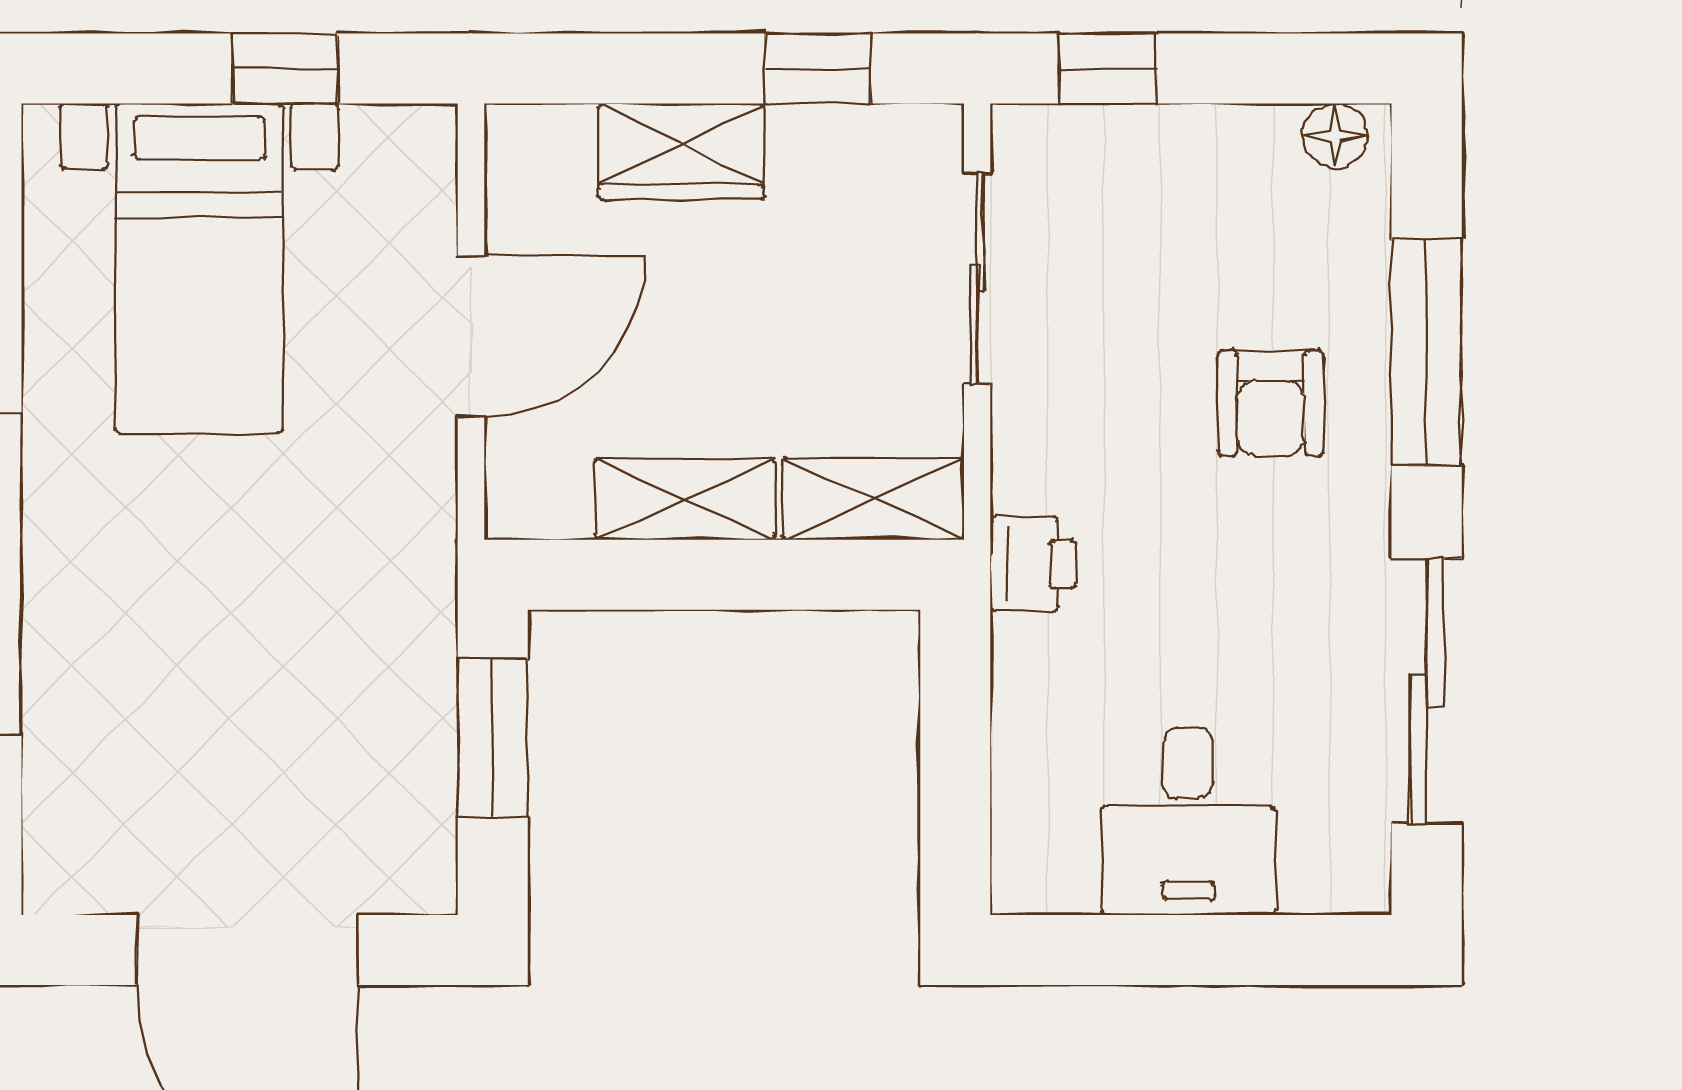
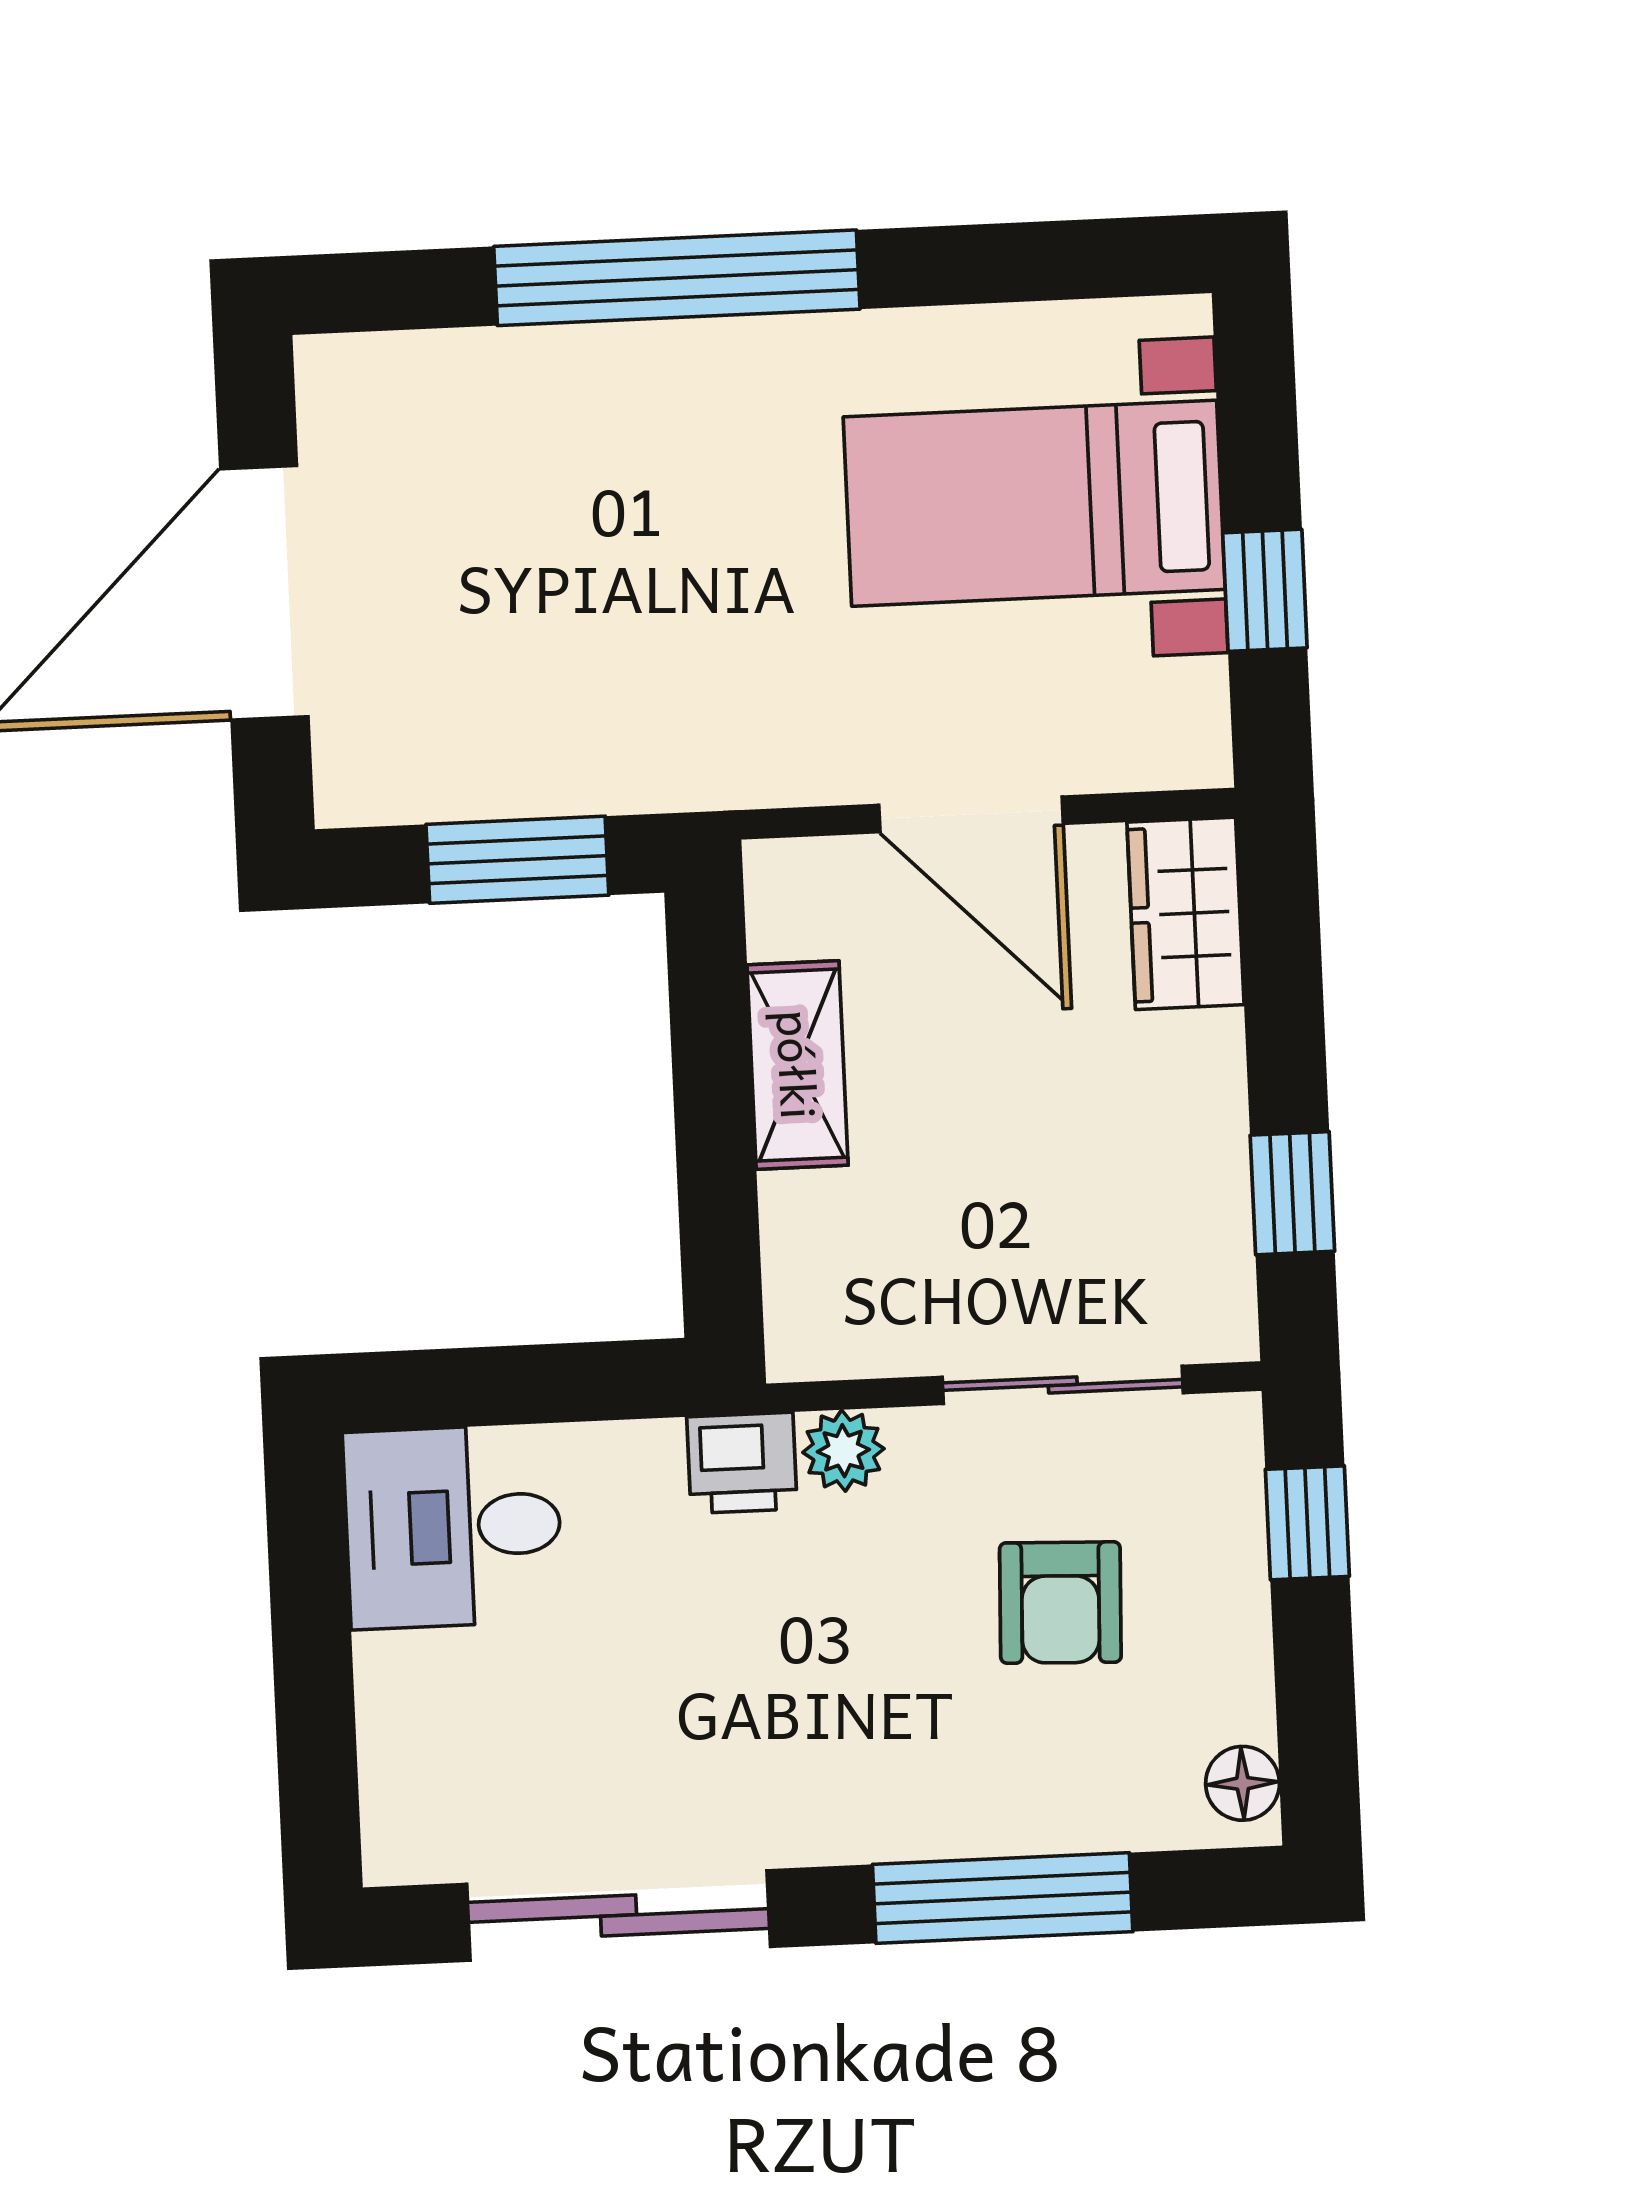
wardrobe: (681, 151) -> (1186, 913), moved
armchair: (1271, 403) -> (1060, 1603), moved, turned -88
plant: (1026, 474) -> (843, 1451), added
shelving: (873, 499) -> (808, 1278), removed
desk: (1188, 821) -> (453, 1527), moved

